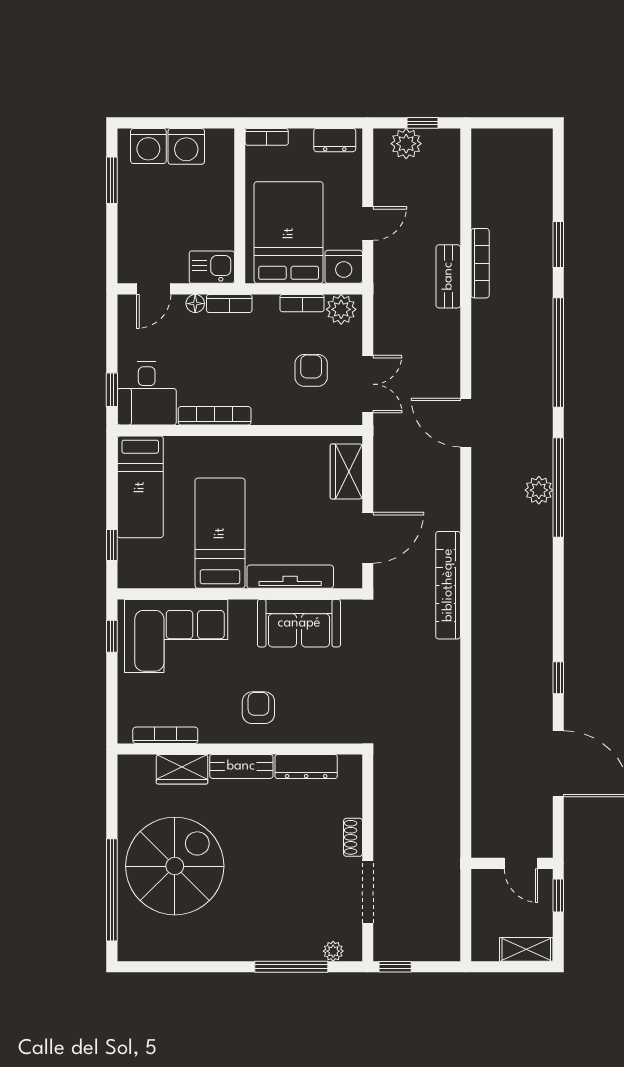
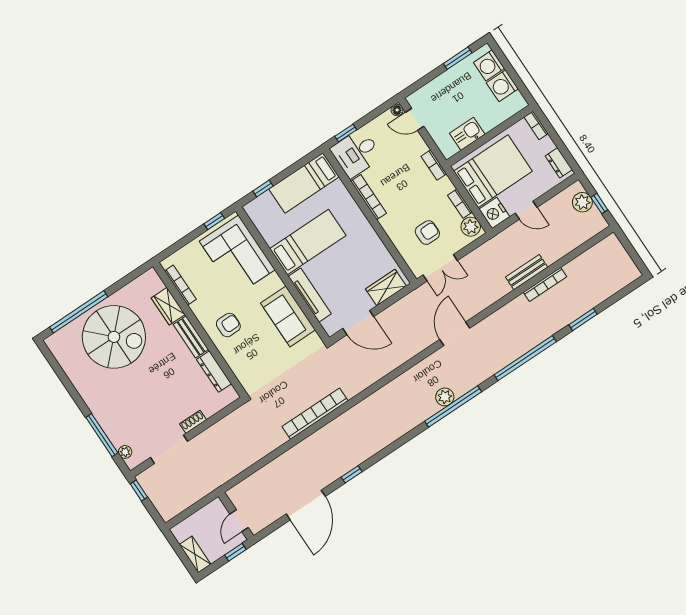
kitchen sink: (212, 267) -> (467, 134), moved, turned -90
floor lamp: (195, 304) -> (397, 110), moved
bookcase: (448, 585) -> (315, 414), moved

